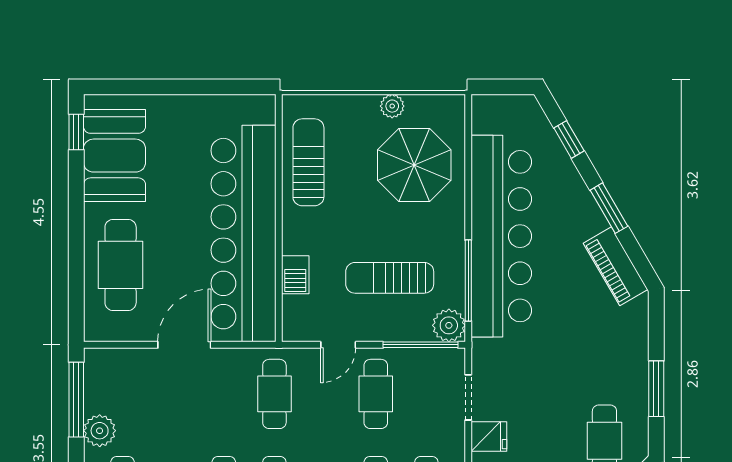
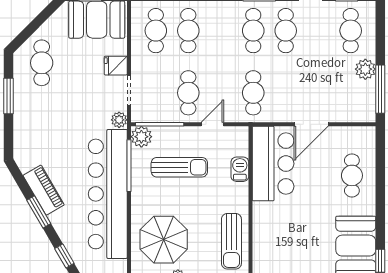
bar counter: (243, 234) -> (273, 164), width x0.54
cafe table: (121, 265) -> (352, 175), width x0.73, depth x0.74
piano: (616, 266) -> (44, 190), moved
plant: (484, 352) -> (119, 120), added

